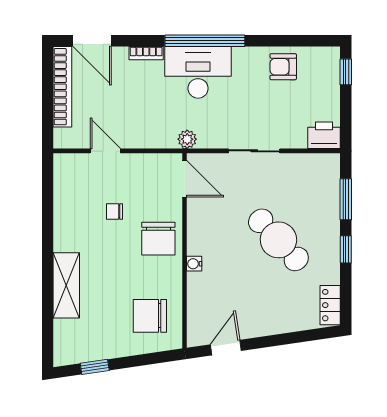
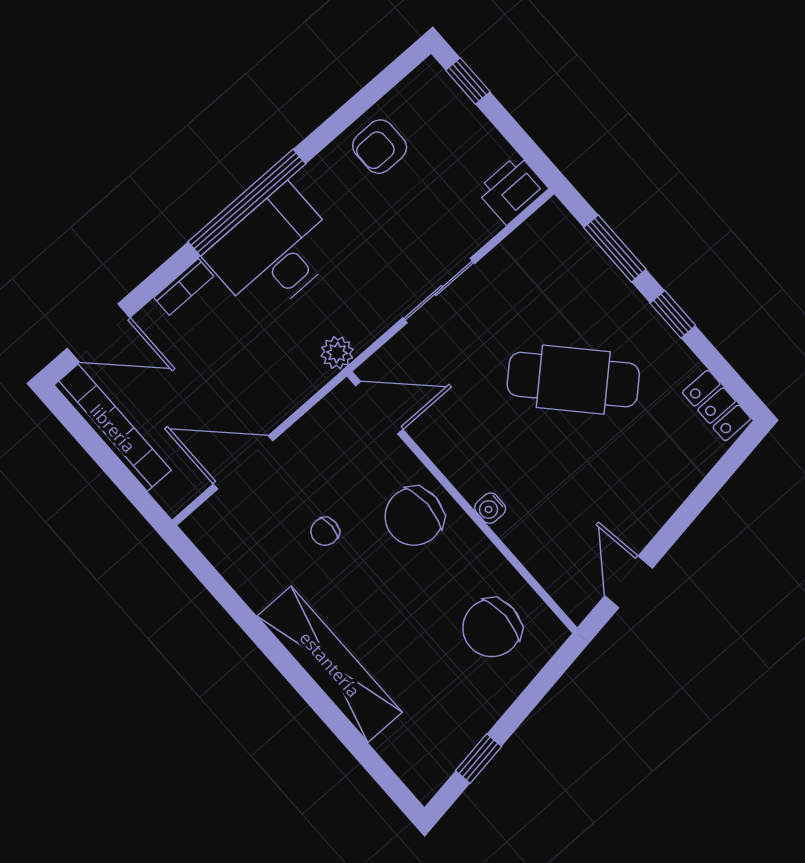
door: (105, 151) -> (243, 462), width x1.38
chair: (158, 239) -> (414, 516), turned 90
shelving: (66, 285) -> (330, 664), width x1.47

